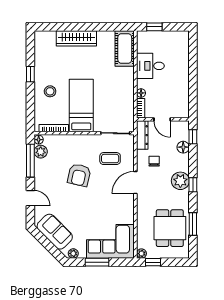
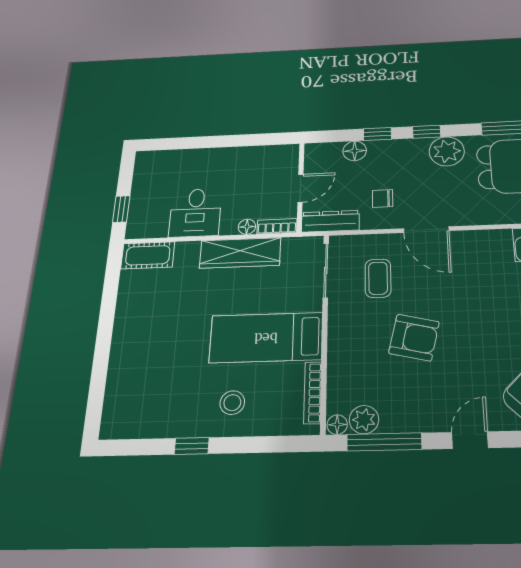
wardrobe: (76, 38) -> (240, 253), moved, turned 90
cot: (125, 48) -> (148, 255), width x0.73, depth x0.75
window: (193, 137) -> (377, 134), moved
plant: (180, 181) -> (447, 151), moved

